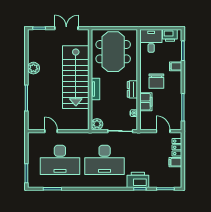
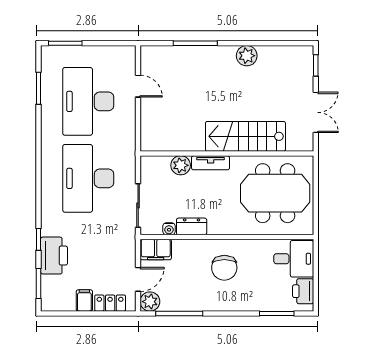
filing cabinet: (176, 66) -> (250, 301), removed
stairs: (76, 77) -> (245, 136), width x0.73, depth x0.66
chair: (156, 81) -> (224, 268), turned -90
dresser: (132, 89) -> (192, 226), moved
filing cabinet: (146, 102) -> (156, 249), moved
plant: (97, 124) -> (181, 165), moved
plant: (176, 124) -> (150, 302), added
door: (51, 131) -> (138, 86), hinge flipped
printer: (138, 180) -> (54, 256), moved

